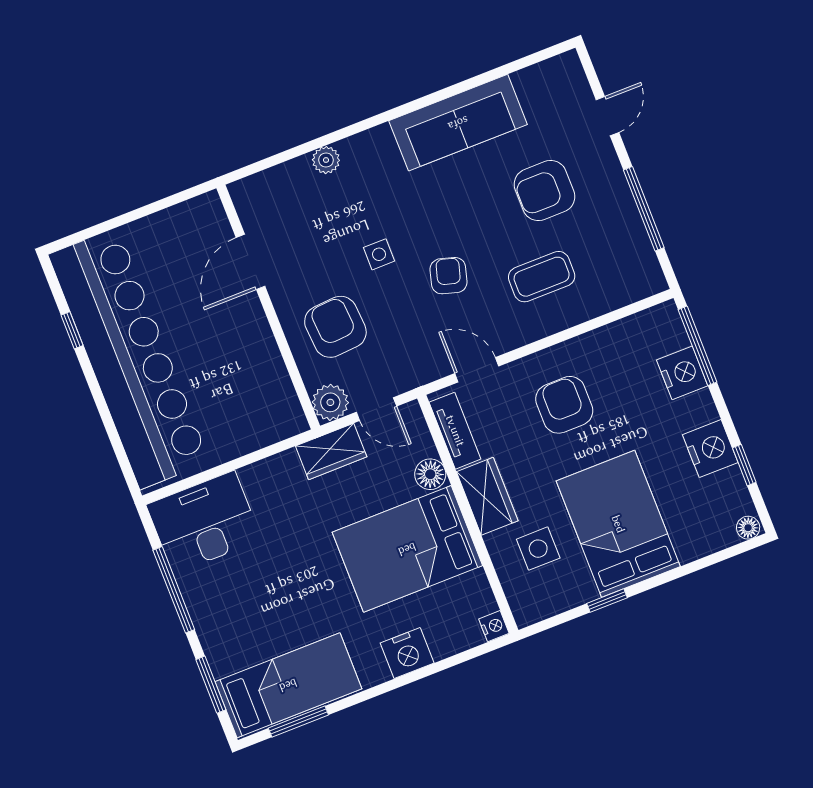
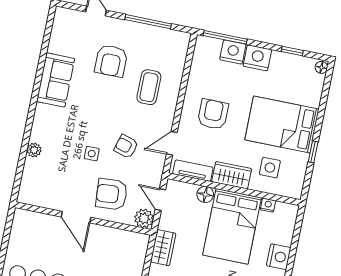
sofa: (458, 123) -> (56, 80), width x0.73
door: (251, 262) -> (76, 217), moved
armchair: (449, 276) -> (126, 146), moved
armchair: (564, 405) -> (213, 114), turned 90
door: (376, 409) -> (160, 200), swing flipped
nightstand: (710, 449) -> (257, 58), moved
wardrobe: (331, 451) -> (163, 248), moved
nightstand: (494, 626) -> (268, 205), moved

